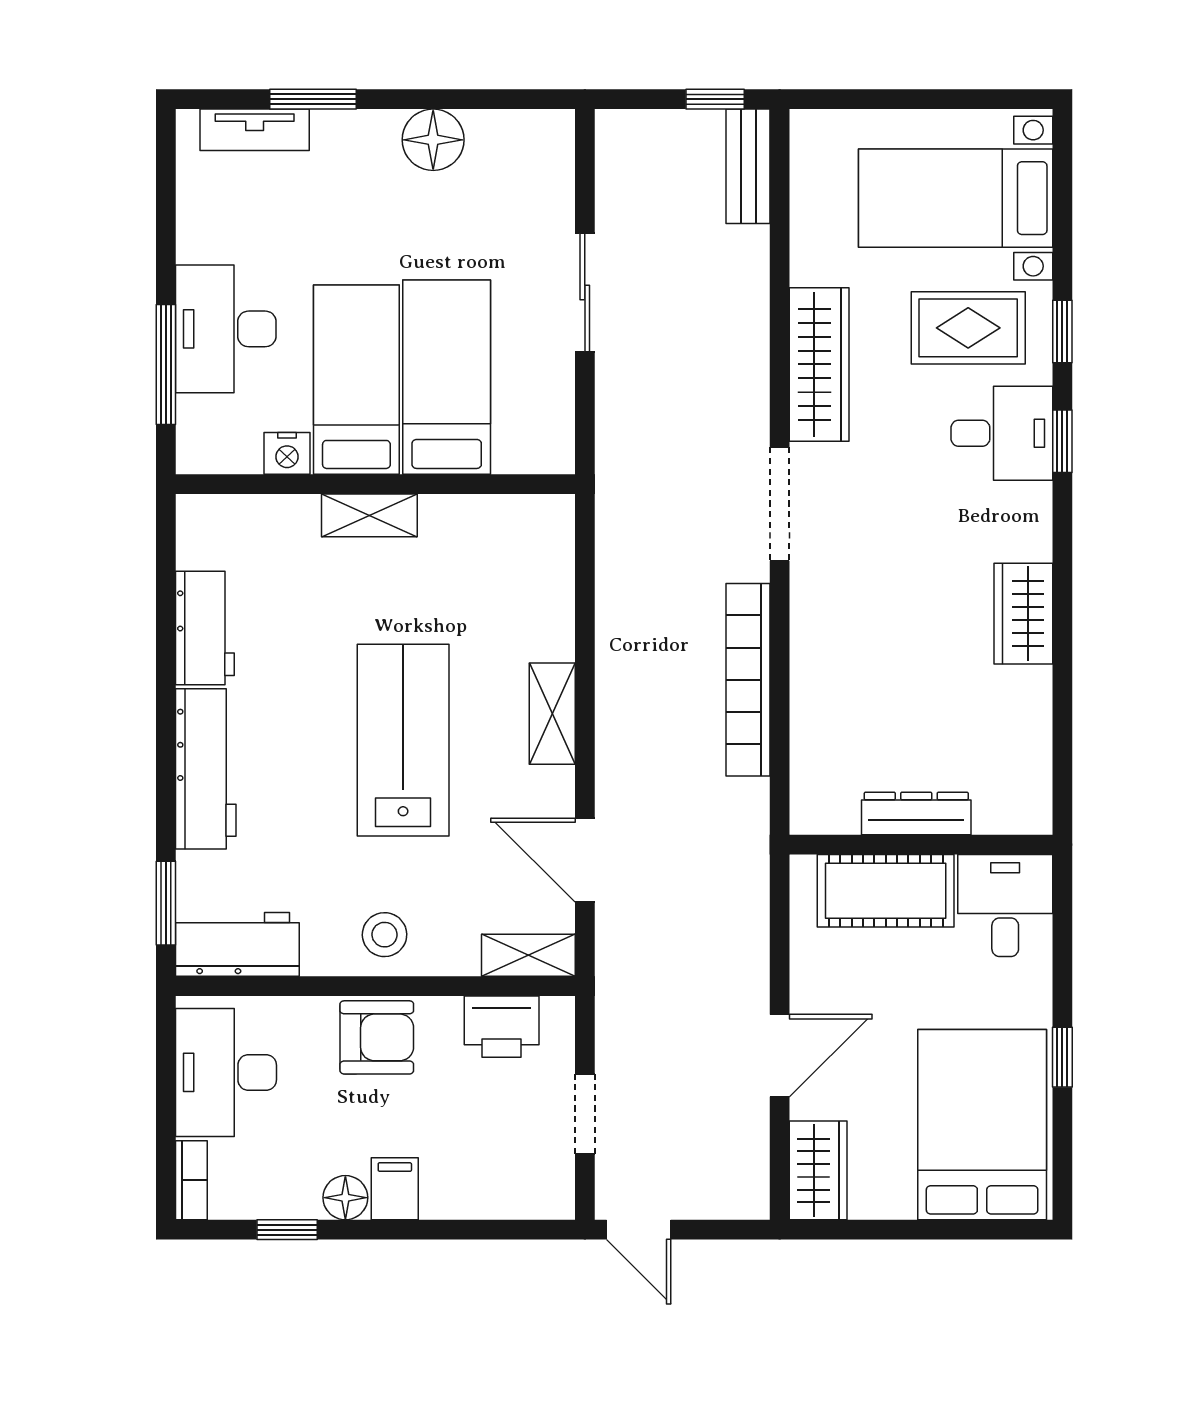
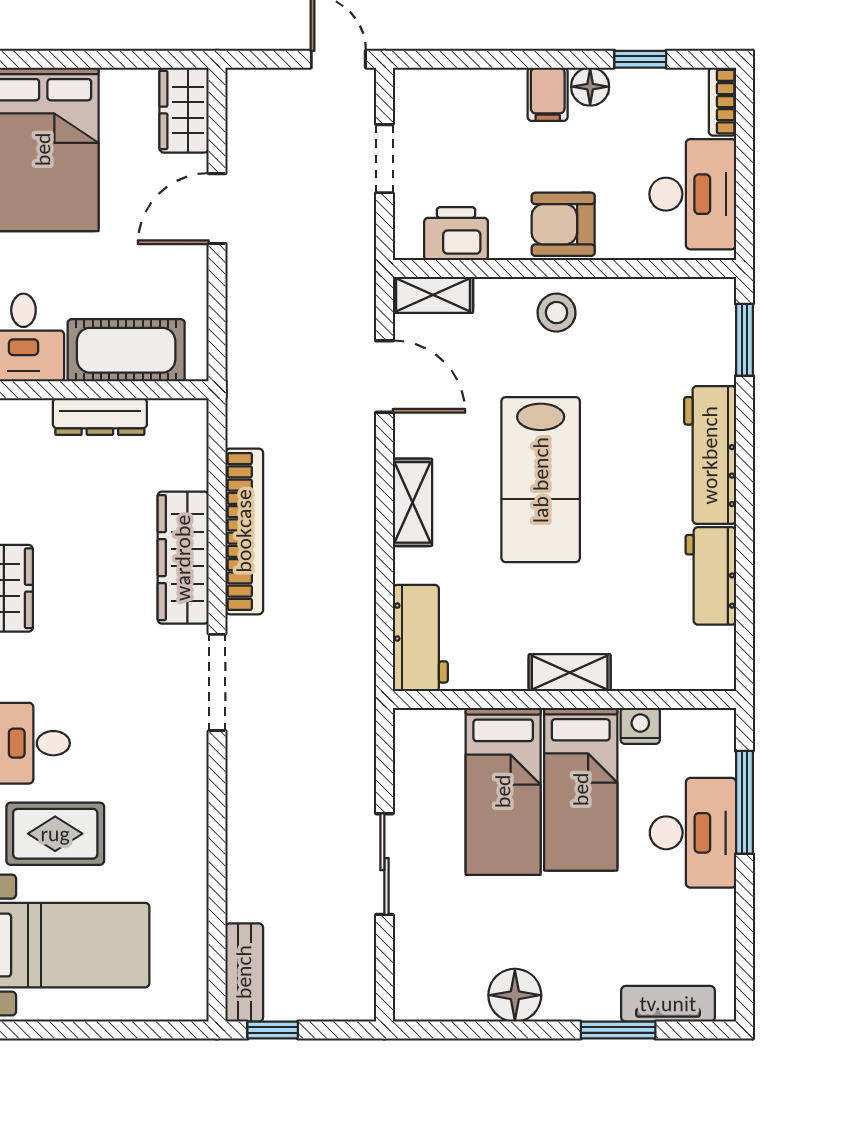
wardrobe: (819, 364) -> (183, 558), moved
workbench: (237, 944) -> (420, 638), moved, turned -90

